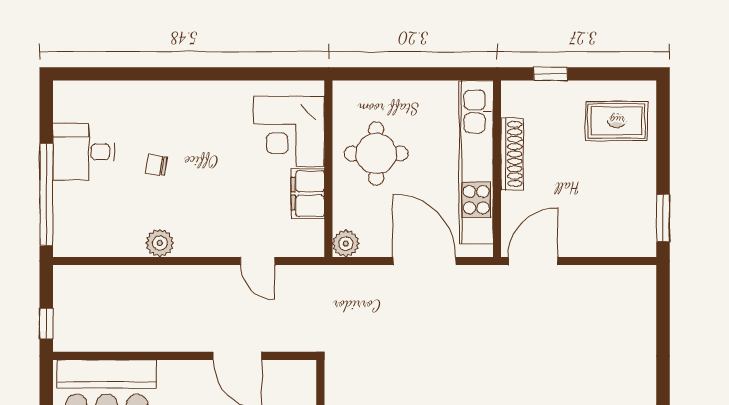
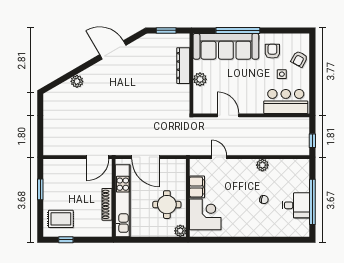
window: (550, 74) -> (66, 240), moved
window: (46, 195) -> (312, 202), moved
window: (663, 218) -> (40, 189), moved
plant: (346, 244) -> (180, 231), moved
window: (46, 324) -> (312, 141), moved

